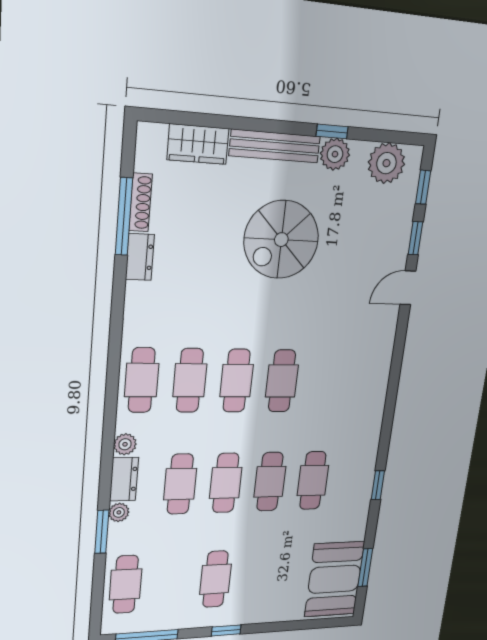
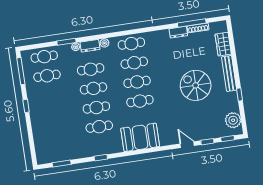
plant: (335, 154) -> (232, 98), removed
cafe table: (215, 579) -> (47, 76), moved
booth: (334, 579) -> (140, 137), moved

